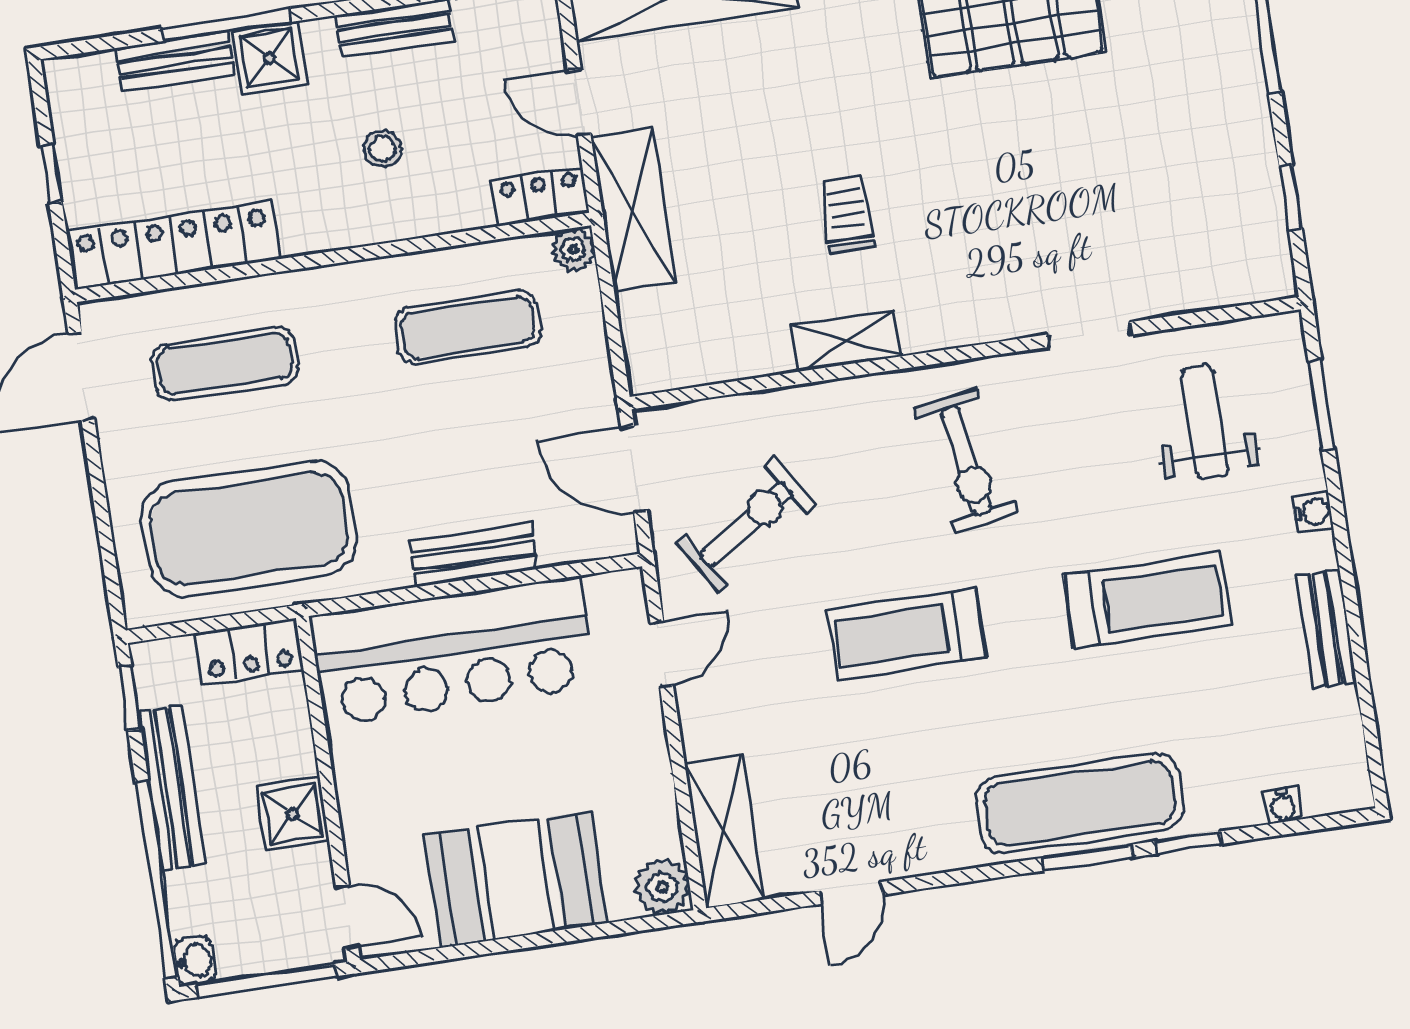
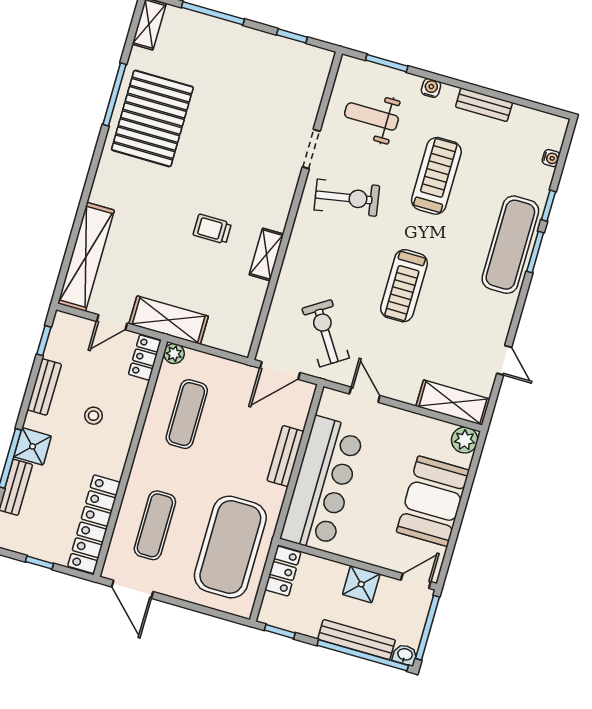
exercise bike: (966, 461) -> (347, 198), moved
bench: (172, 788) -> (357, 640), moved

